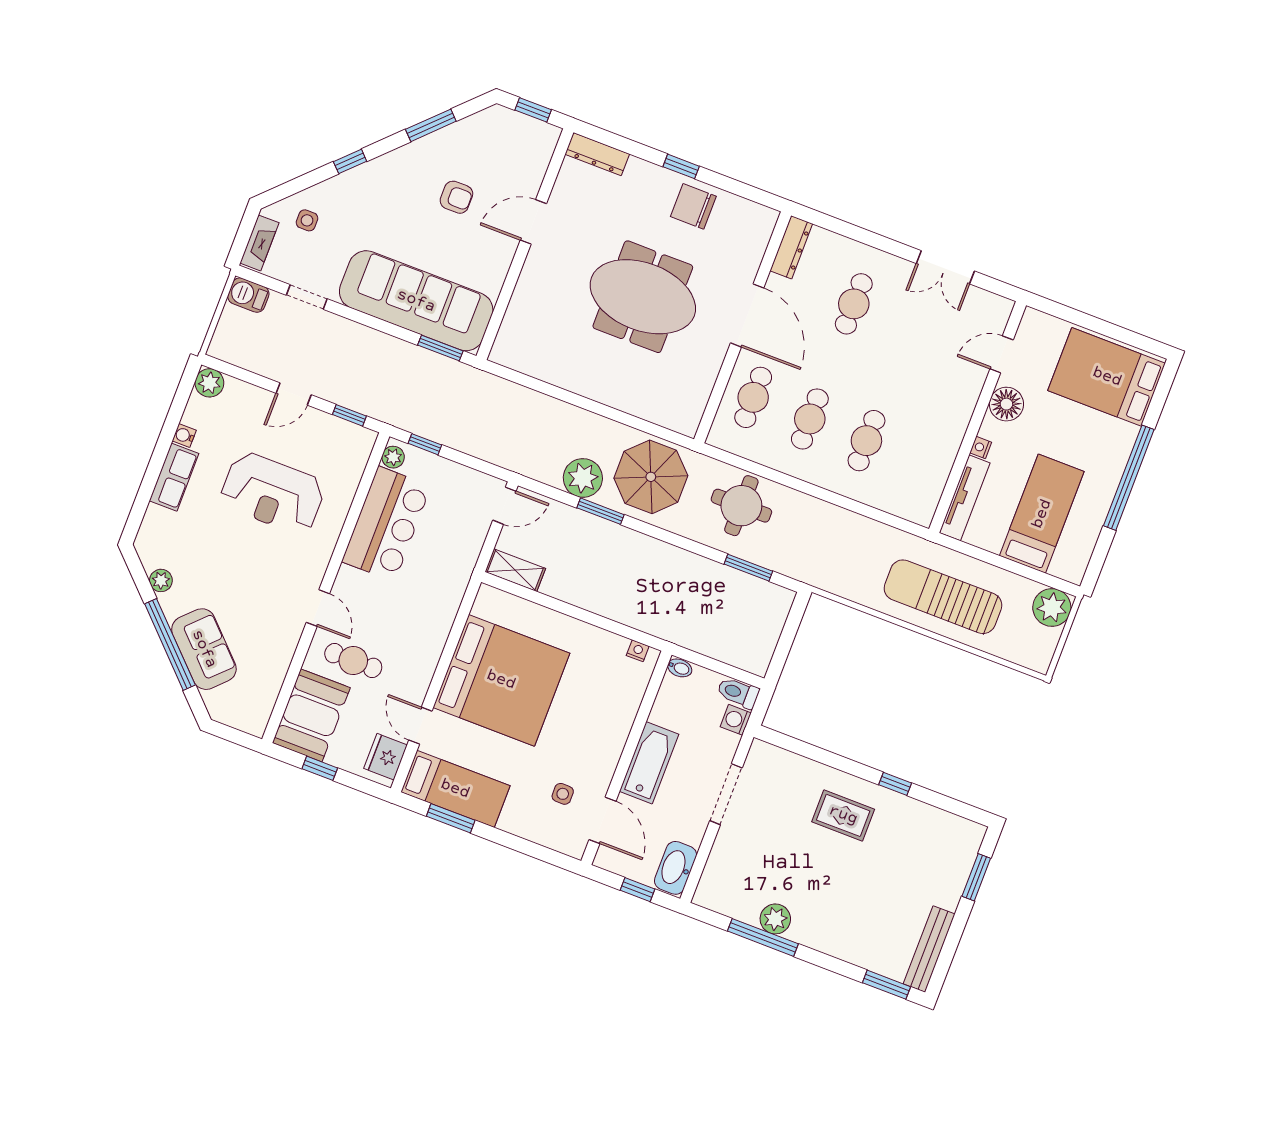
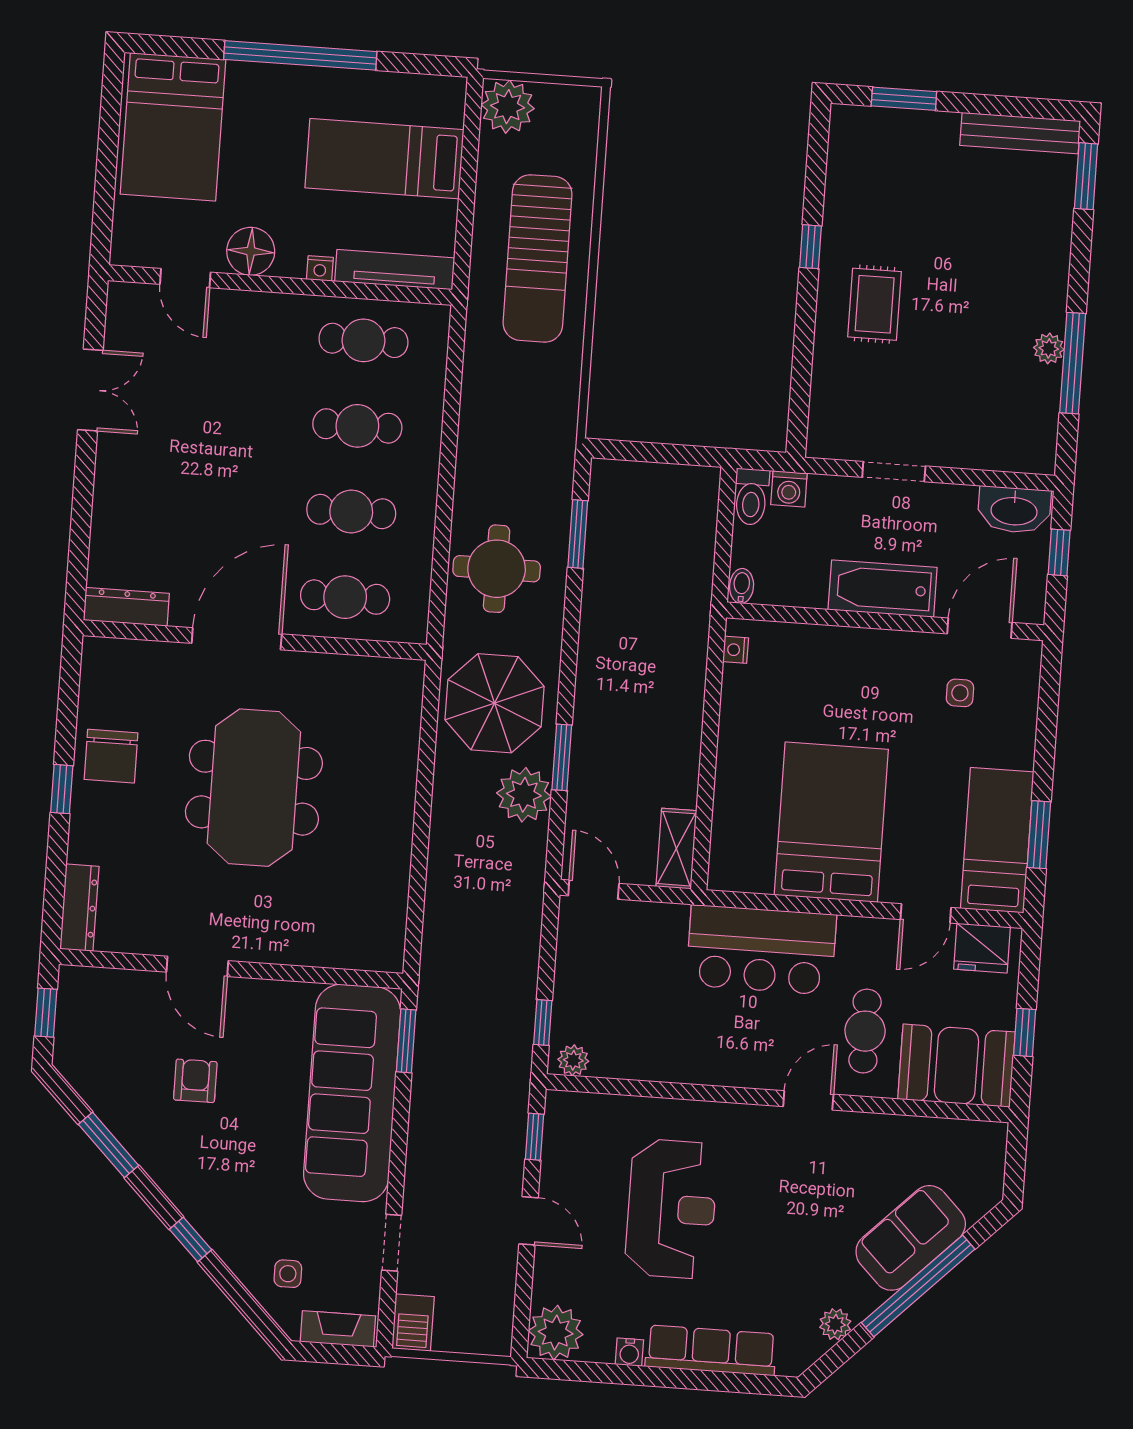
cafe table: (854, 304) -> (363, 340), moved
plant: (209, 383) -> (556, 1333), width x1.36, depth x1.36
row of seats: (174, 477) -> (711, 1350), width x1.48
bar counter: (386, 524) -> (761, 950), moved, turned 180
bed: (501, 680) -> (831, 822), width x0.73
doorway: (726, 794) -> (894, 472), width x0.73
plant: (775, 919) -> (1049, 348), width x0.73, depth x0.73

